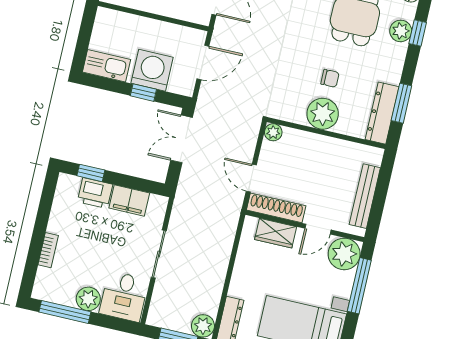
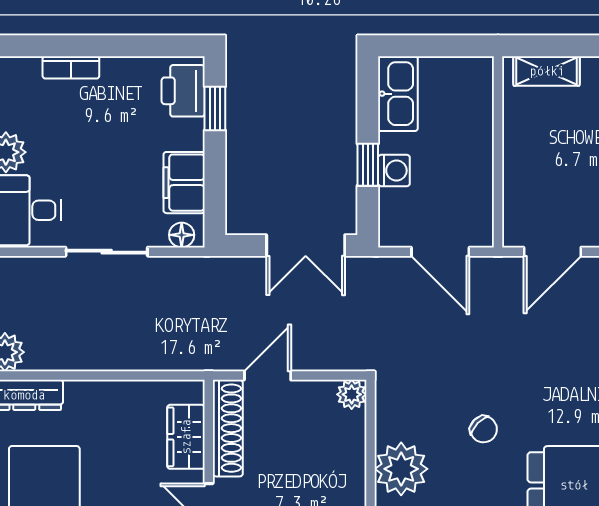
washing machine: (152, 70) -> (394, 171), width x0.53, depth x0.53
chair: (330, 78) -> (484, 429), moved, turned -46
double door: (182, 139) -> (306, 245), swing flipped
printer: (95, 193) -> (183, 91), moved
floor lamp: (159, 209) -> (182, 235), added

